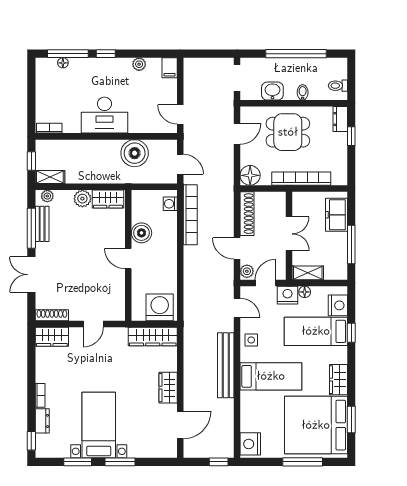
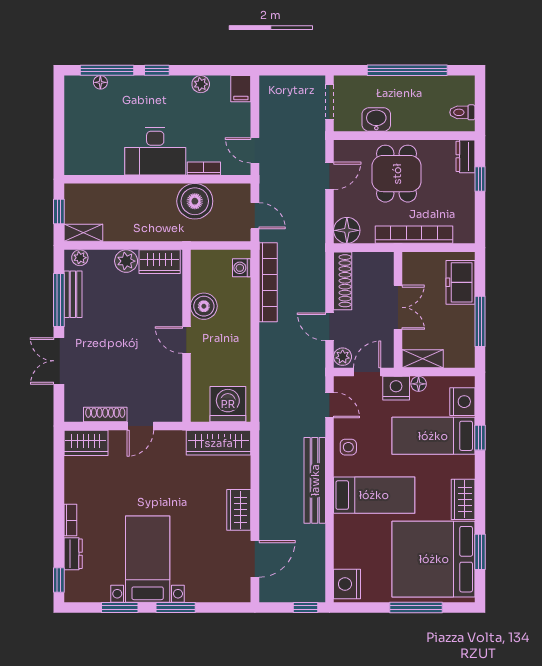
bidet: (303, 92) -> (416, 121), removed
bookcase: (49, 128) -> (204, 168), moved
dining table: (288, 132) -> (397, 174), turned 90
shoe rack: (52, 315) -> (105, 415), moved

